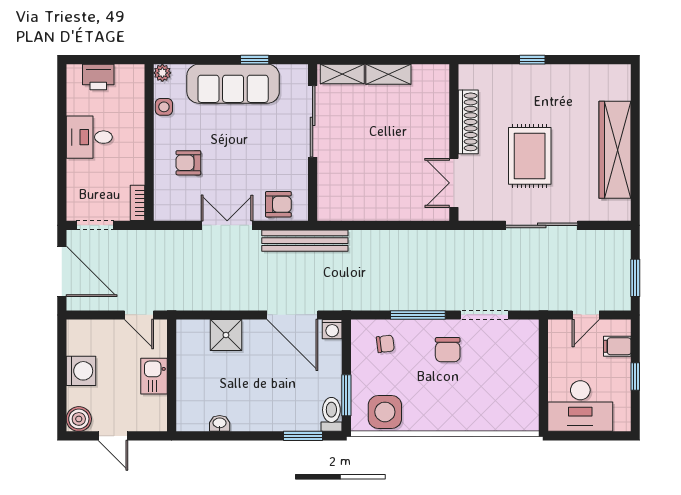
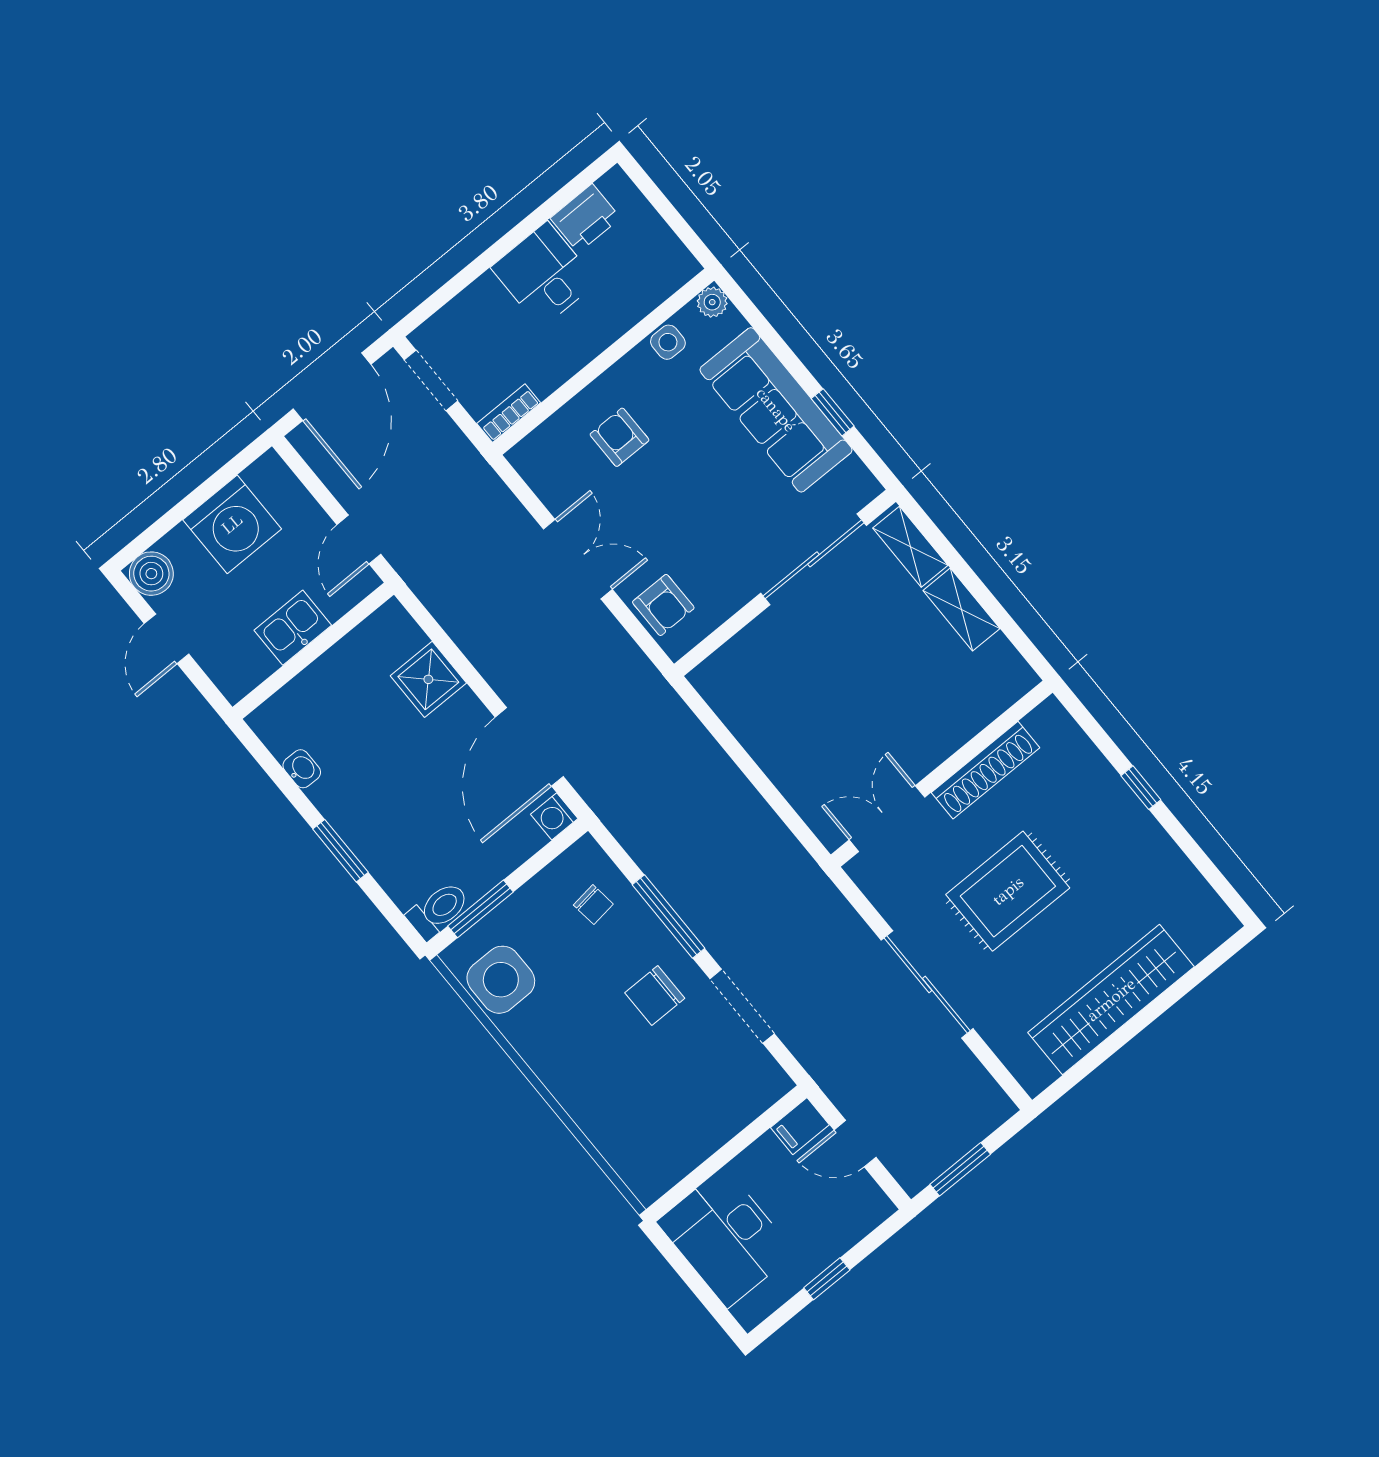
printer: (98, 77) -> (585, 218), moved, turned -90
bench: (305, 241) -> (644, 681), removed
filing cabinet: (617, 346) -> (800, 1126), moved, turned -90
washing machine: (81, 371) -> (232, 524), width x1.37, depth x1.37
window: (303, 436) -> (341, 851), moved

